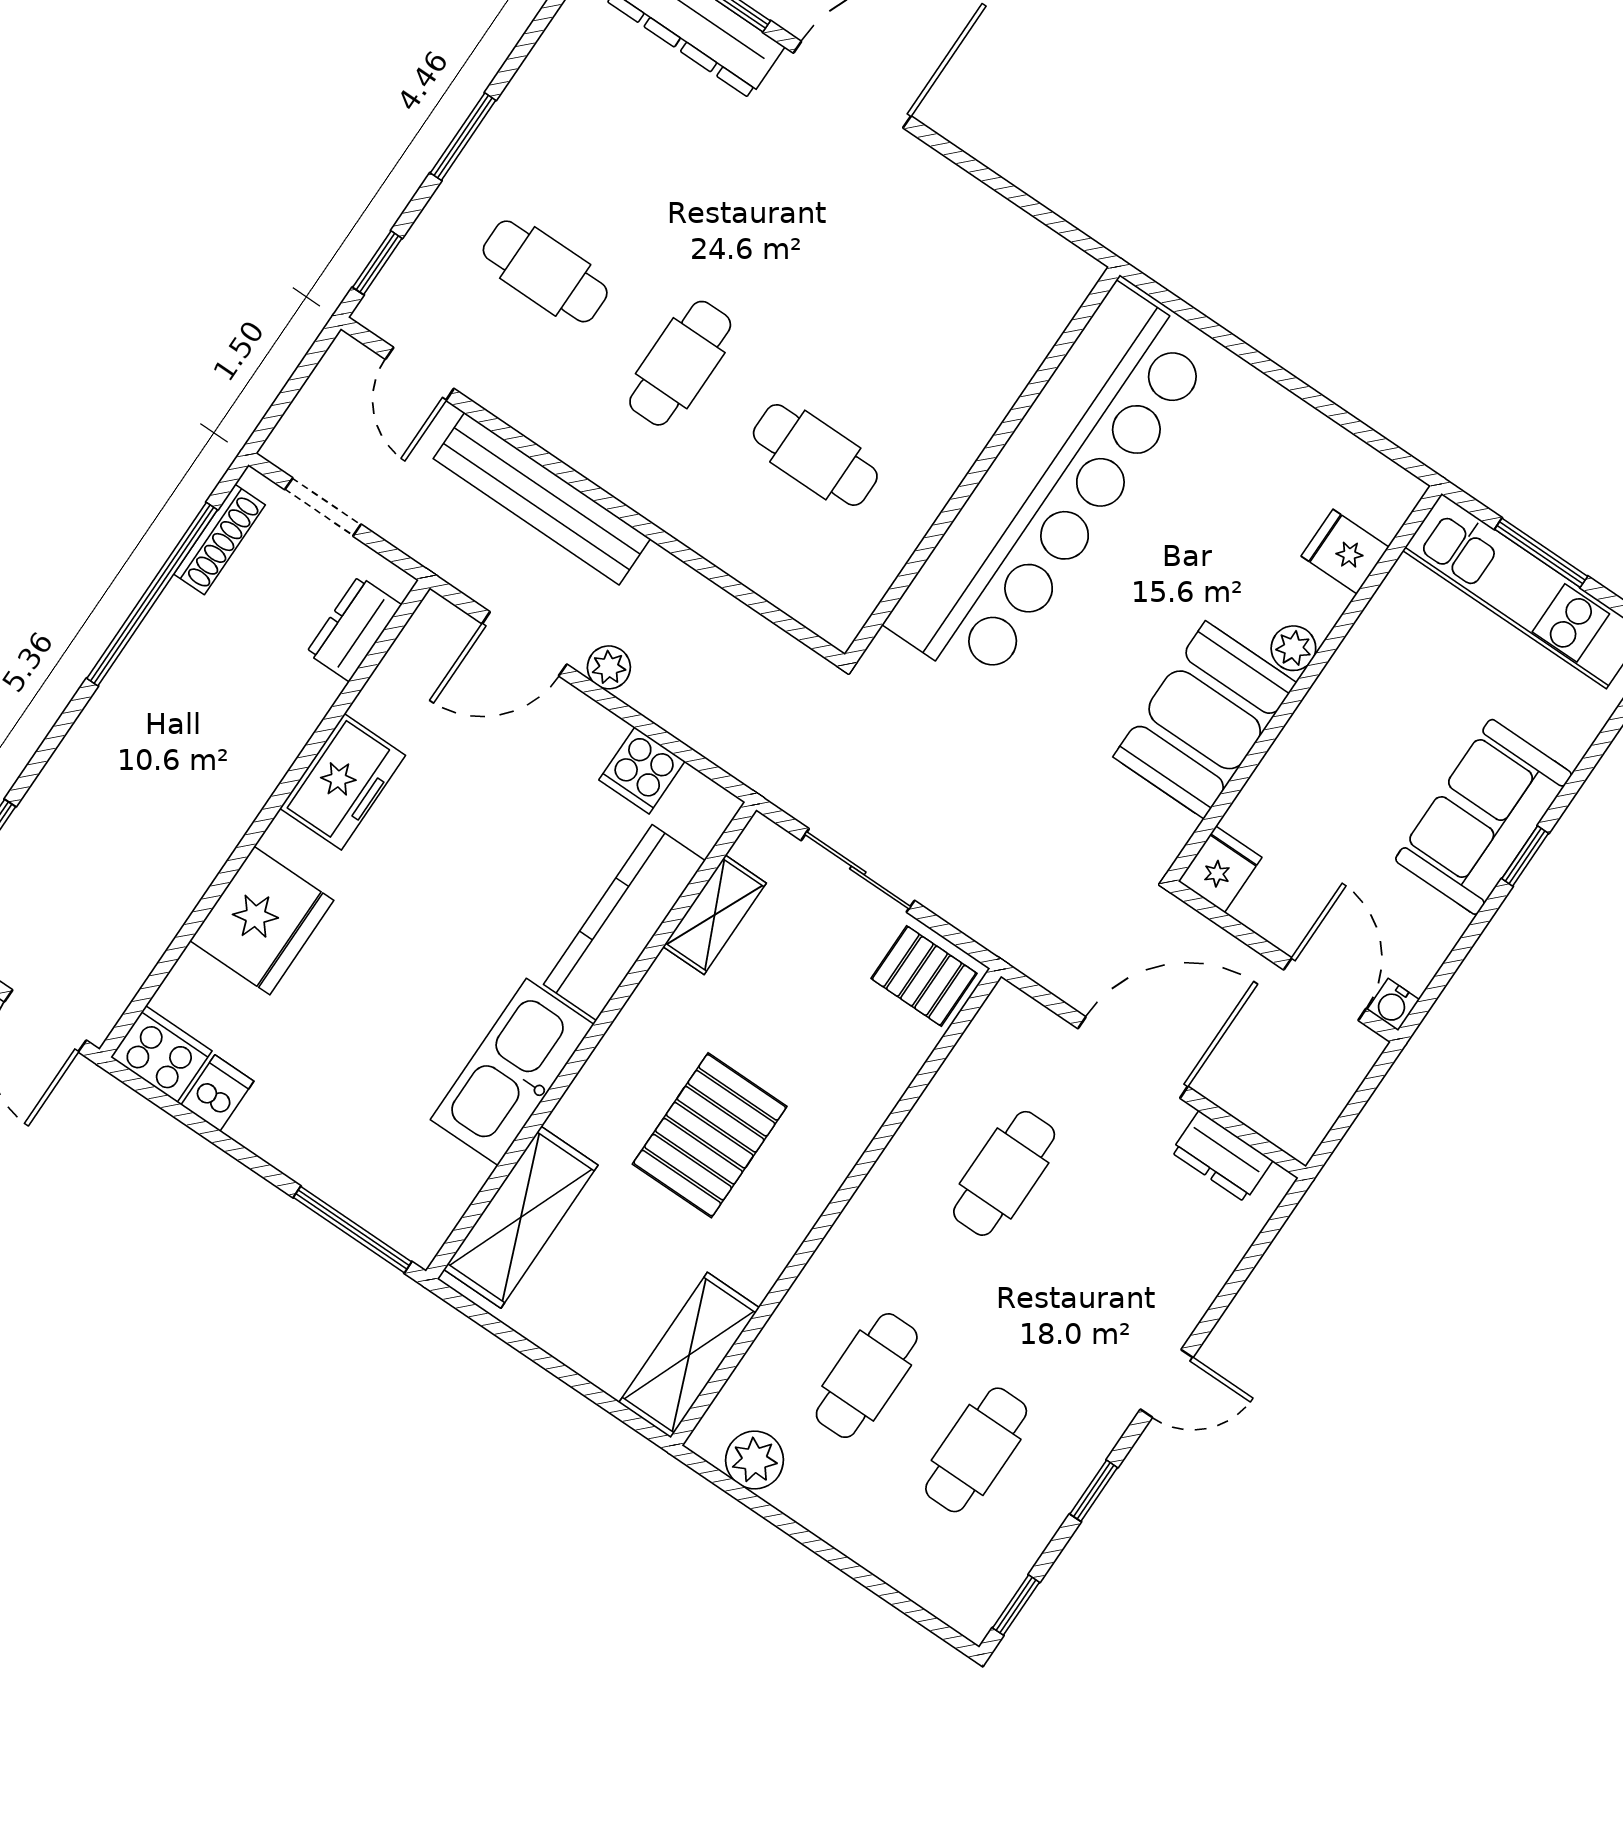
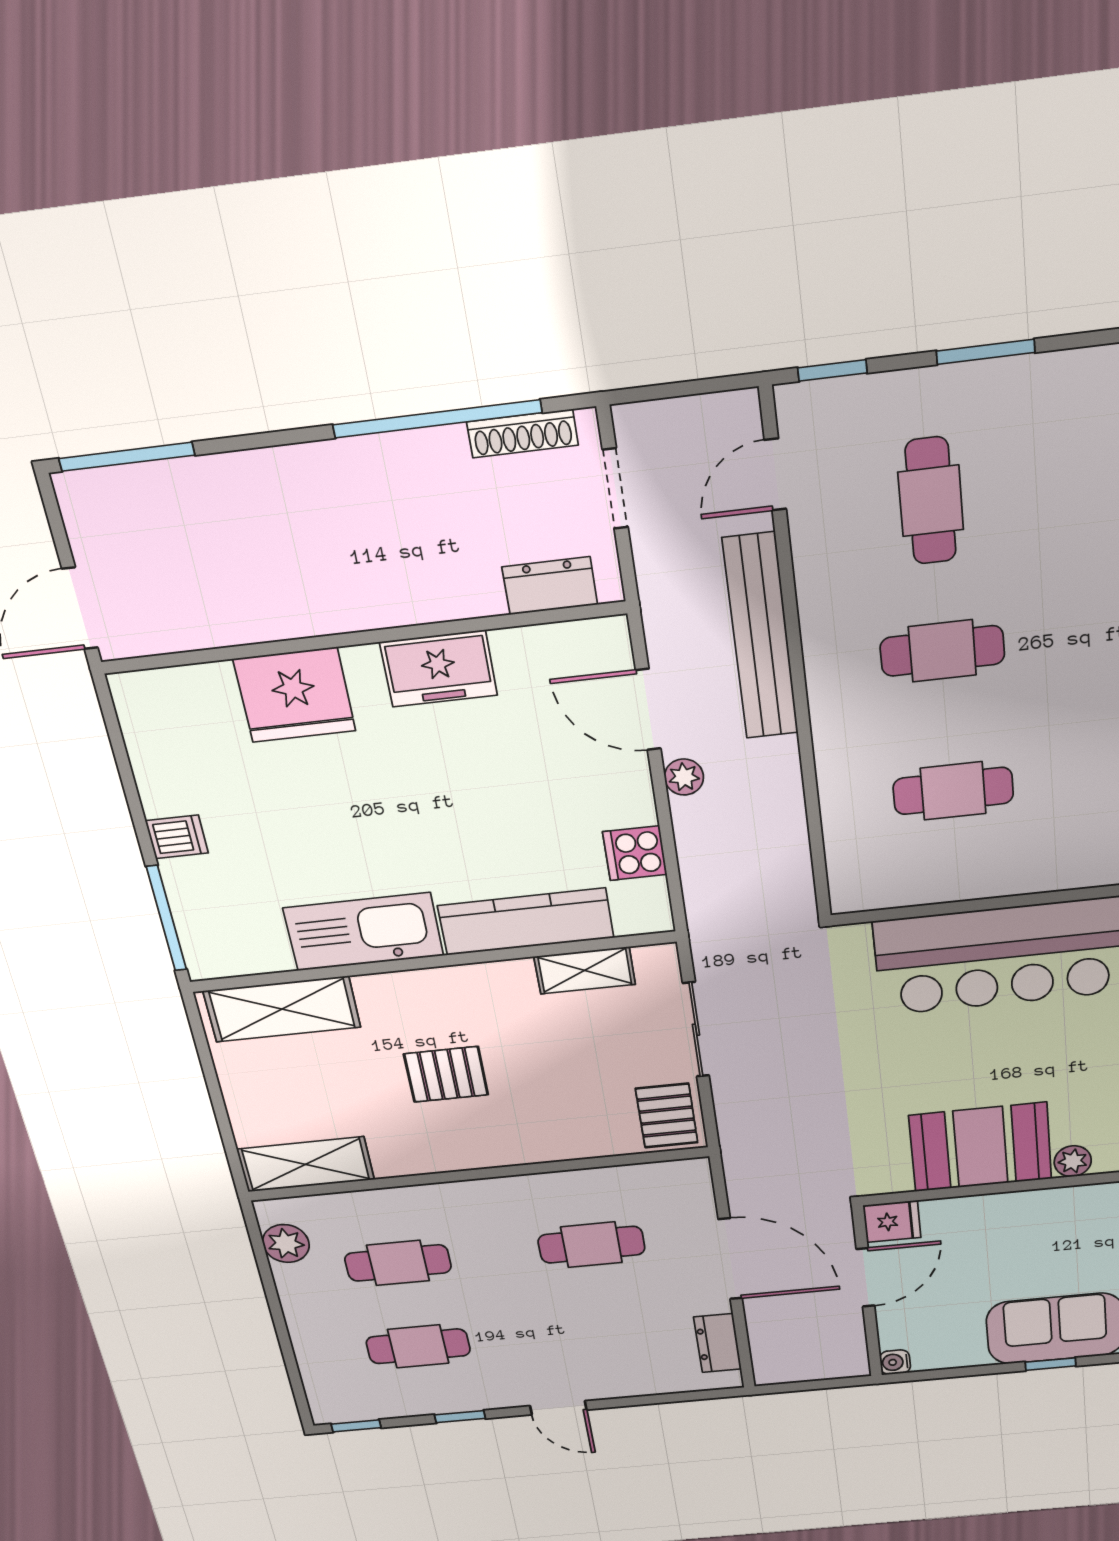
cafe table: (815, 455) -> (953, 791), turned 90
door: (1325, 989) -> (865, 1278), moved
cooker: (161, 1054) -> (142, 705), removed
dishwasher: (217, 1093) -> (177, 837), moved
pallet: (710, 1135) -> (446, 1074), width x0.67, depth x0.71

